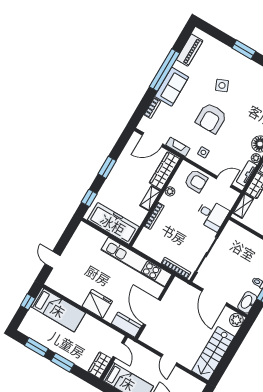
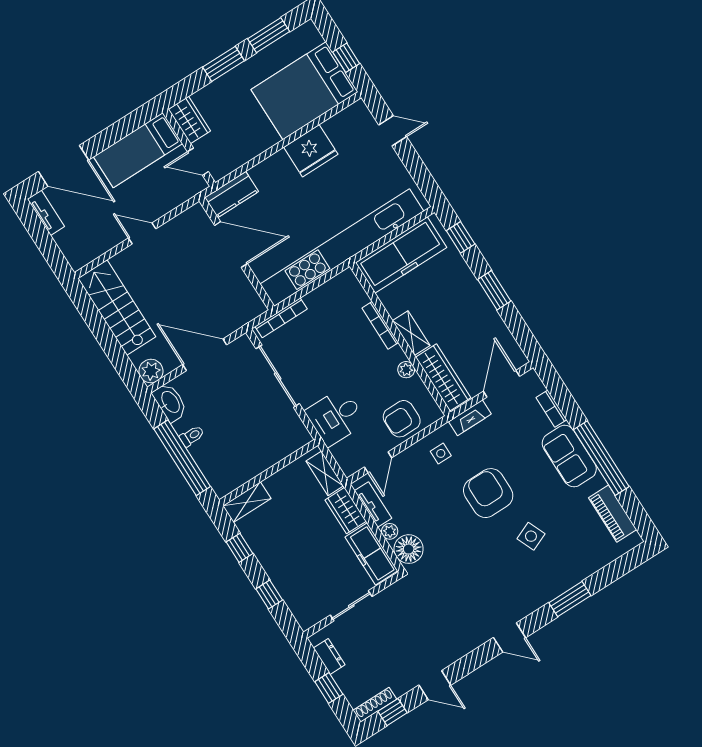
kitchen unit: (136, 262) -> (342, 248), width x1.36
fridge: (97, 304) -> (311, 151), moved
bed: (58, 310) -> (305, 91), width x1.50

